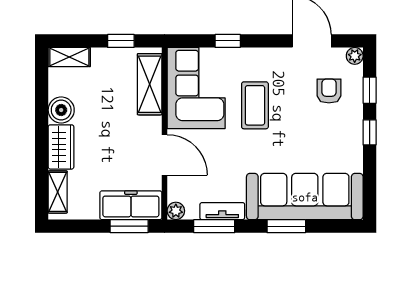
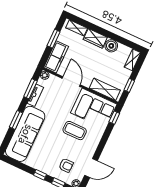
window: (228, 41) -> (114, 118), moved
door: (165, 155) -> (71, 82), swing flipped
window: (129, 226) -> (54, 39), moved

